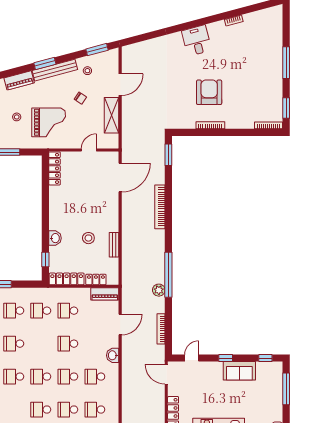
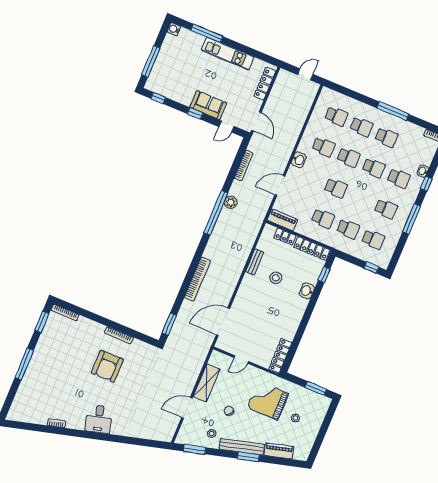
sofa: (239, 371) -> (208, 105), moved

